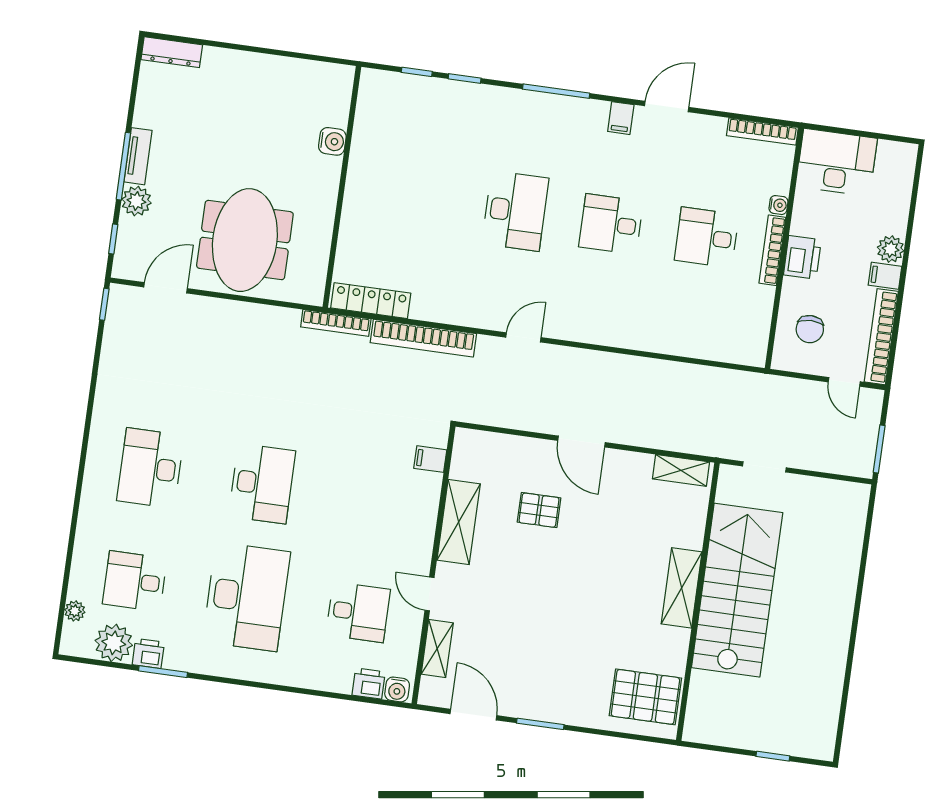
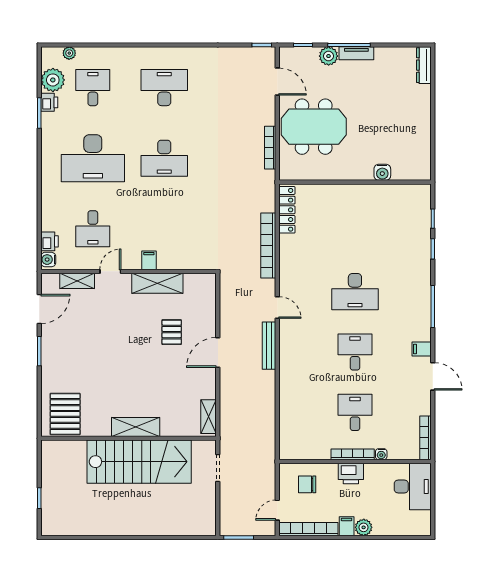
bookcase: (336, 323) -> (270, 148), moved
bench: (582, 359) -> (269, 346), added
filing cabinet: (430, 459) -> (149, 260), moved

